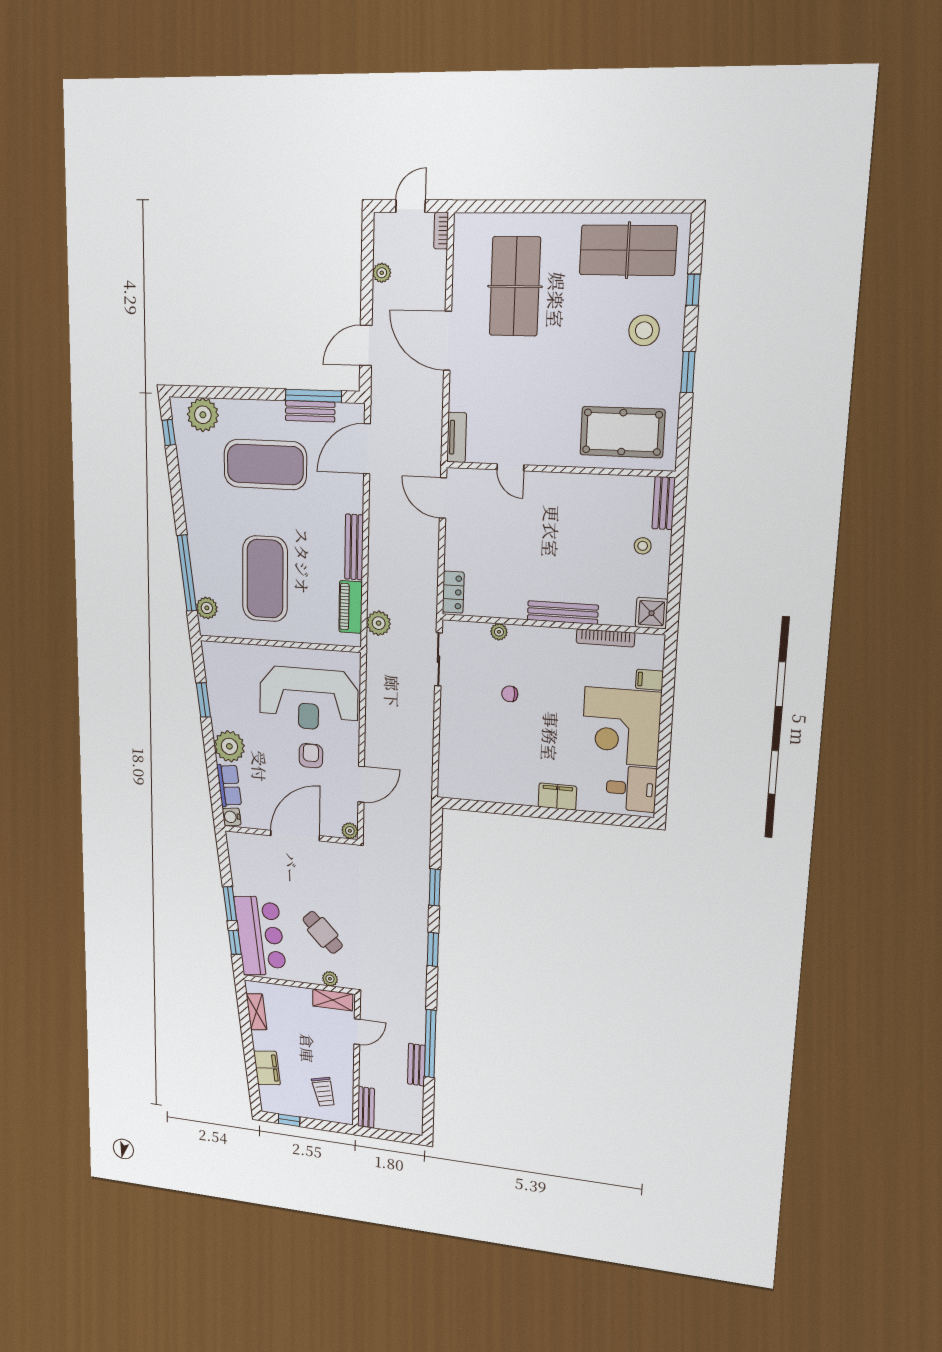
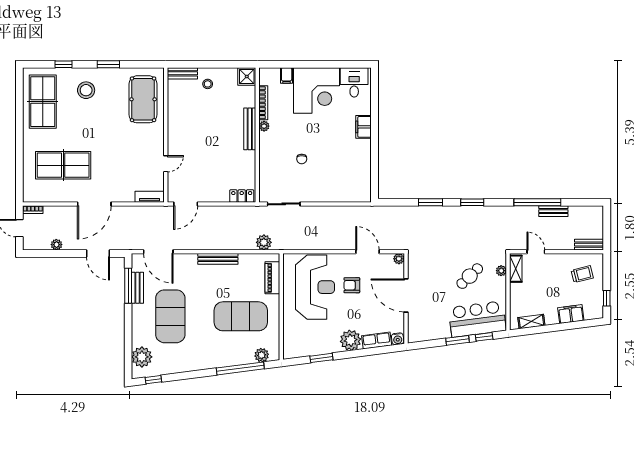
piano: (351, 607) -> (272, 278), moved, turned 90
plant: (499, 632) -> (264, 126), moved

